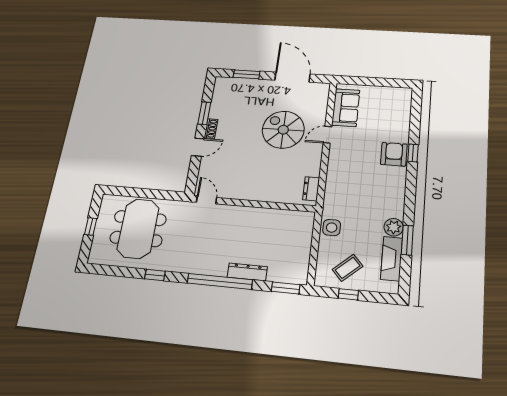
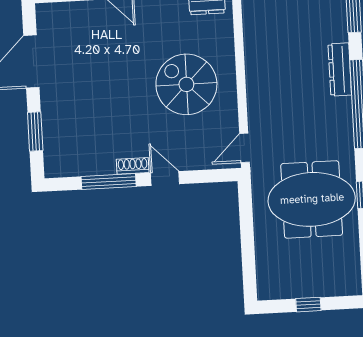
window: (204, 113) -> (109, 181), width x1.44
spiral stairs: (283, 130) -> (186, 84), moved, turned 90
meeting table: (138, 229) -> (312, 199), moved

